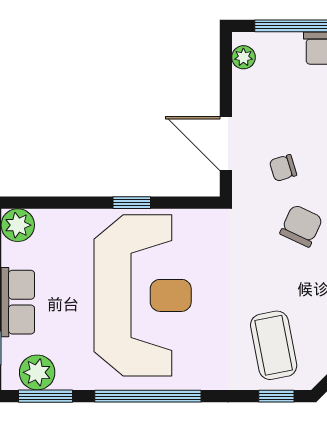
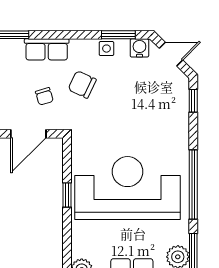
coffee table: (274, 345) -> (160, 103), removed

